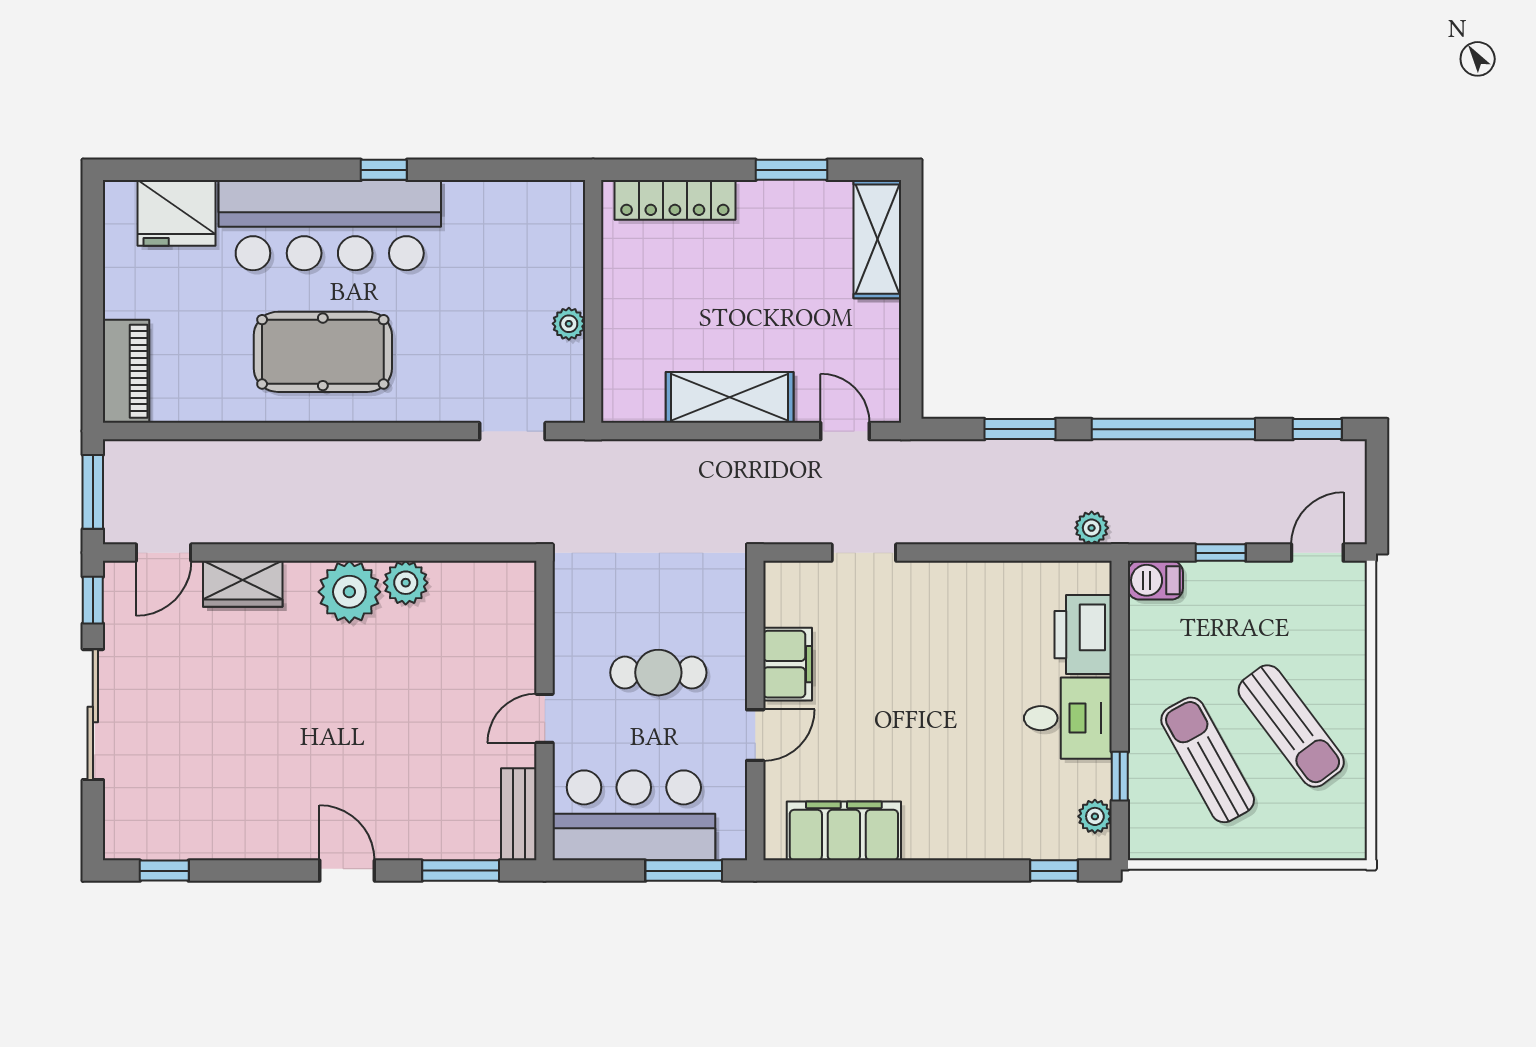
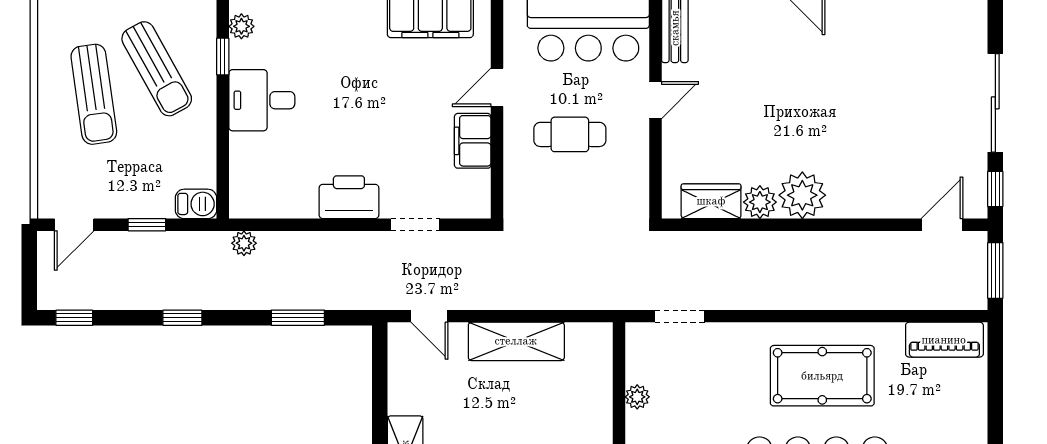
piano: (126, 371) -> (944, 340), moved, turned -90
window: (1173, 429) -> (182, 318), width x0.32
wardrobe: (243, 584) -> (711, 201), moved
printer: (1083, 635) -> (349, 197), moved, turned -90
sun lounger: (1291, 726) -> (94, 94), turned -151

